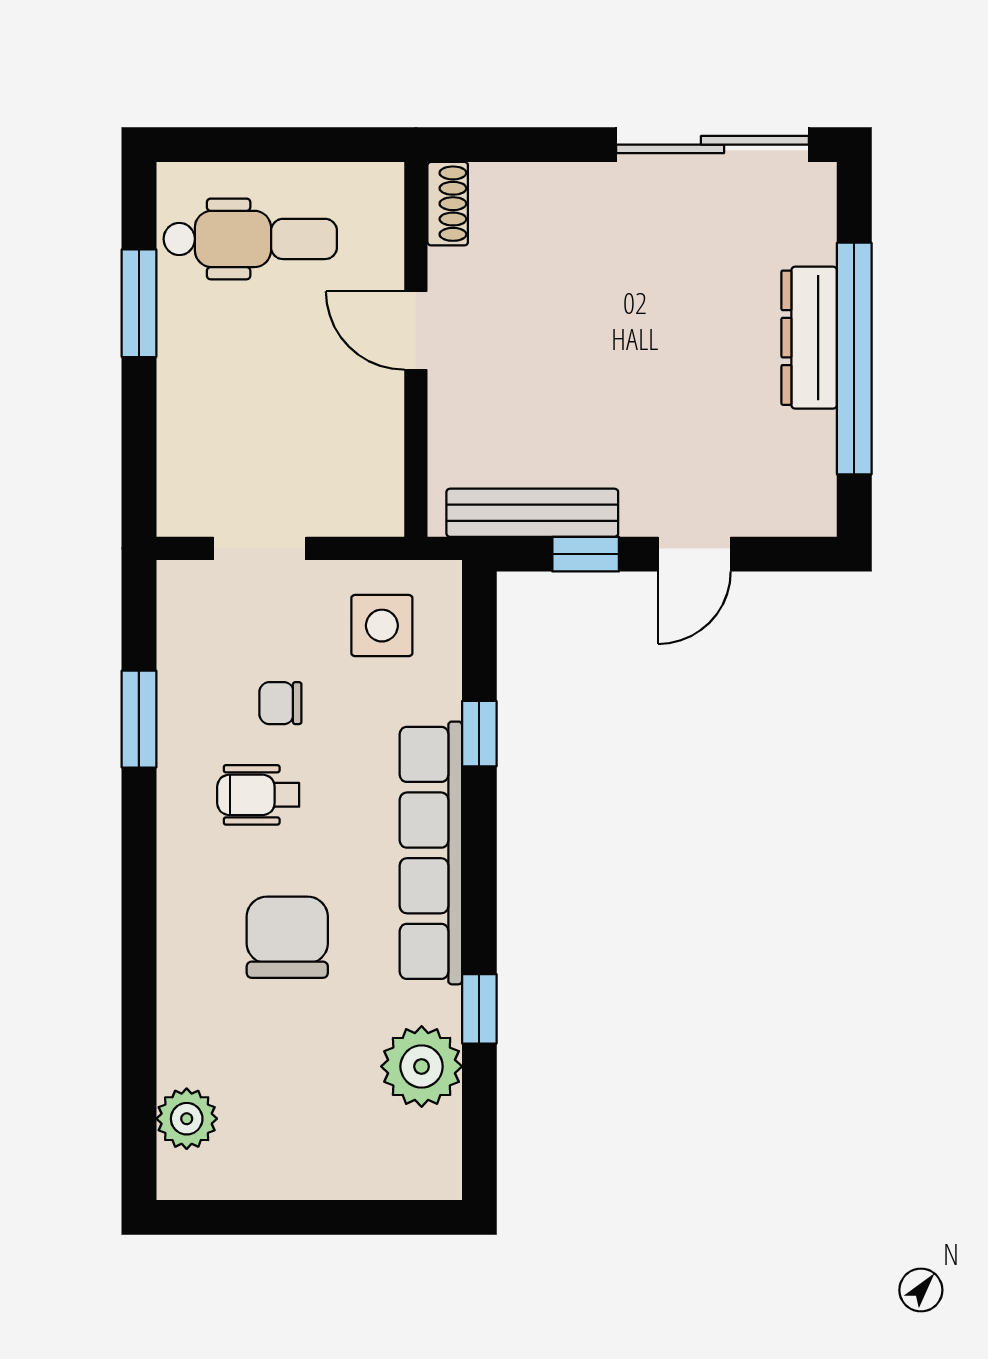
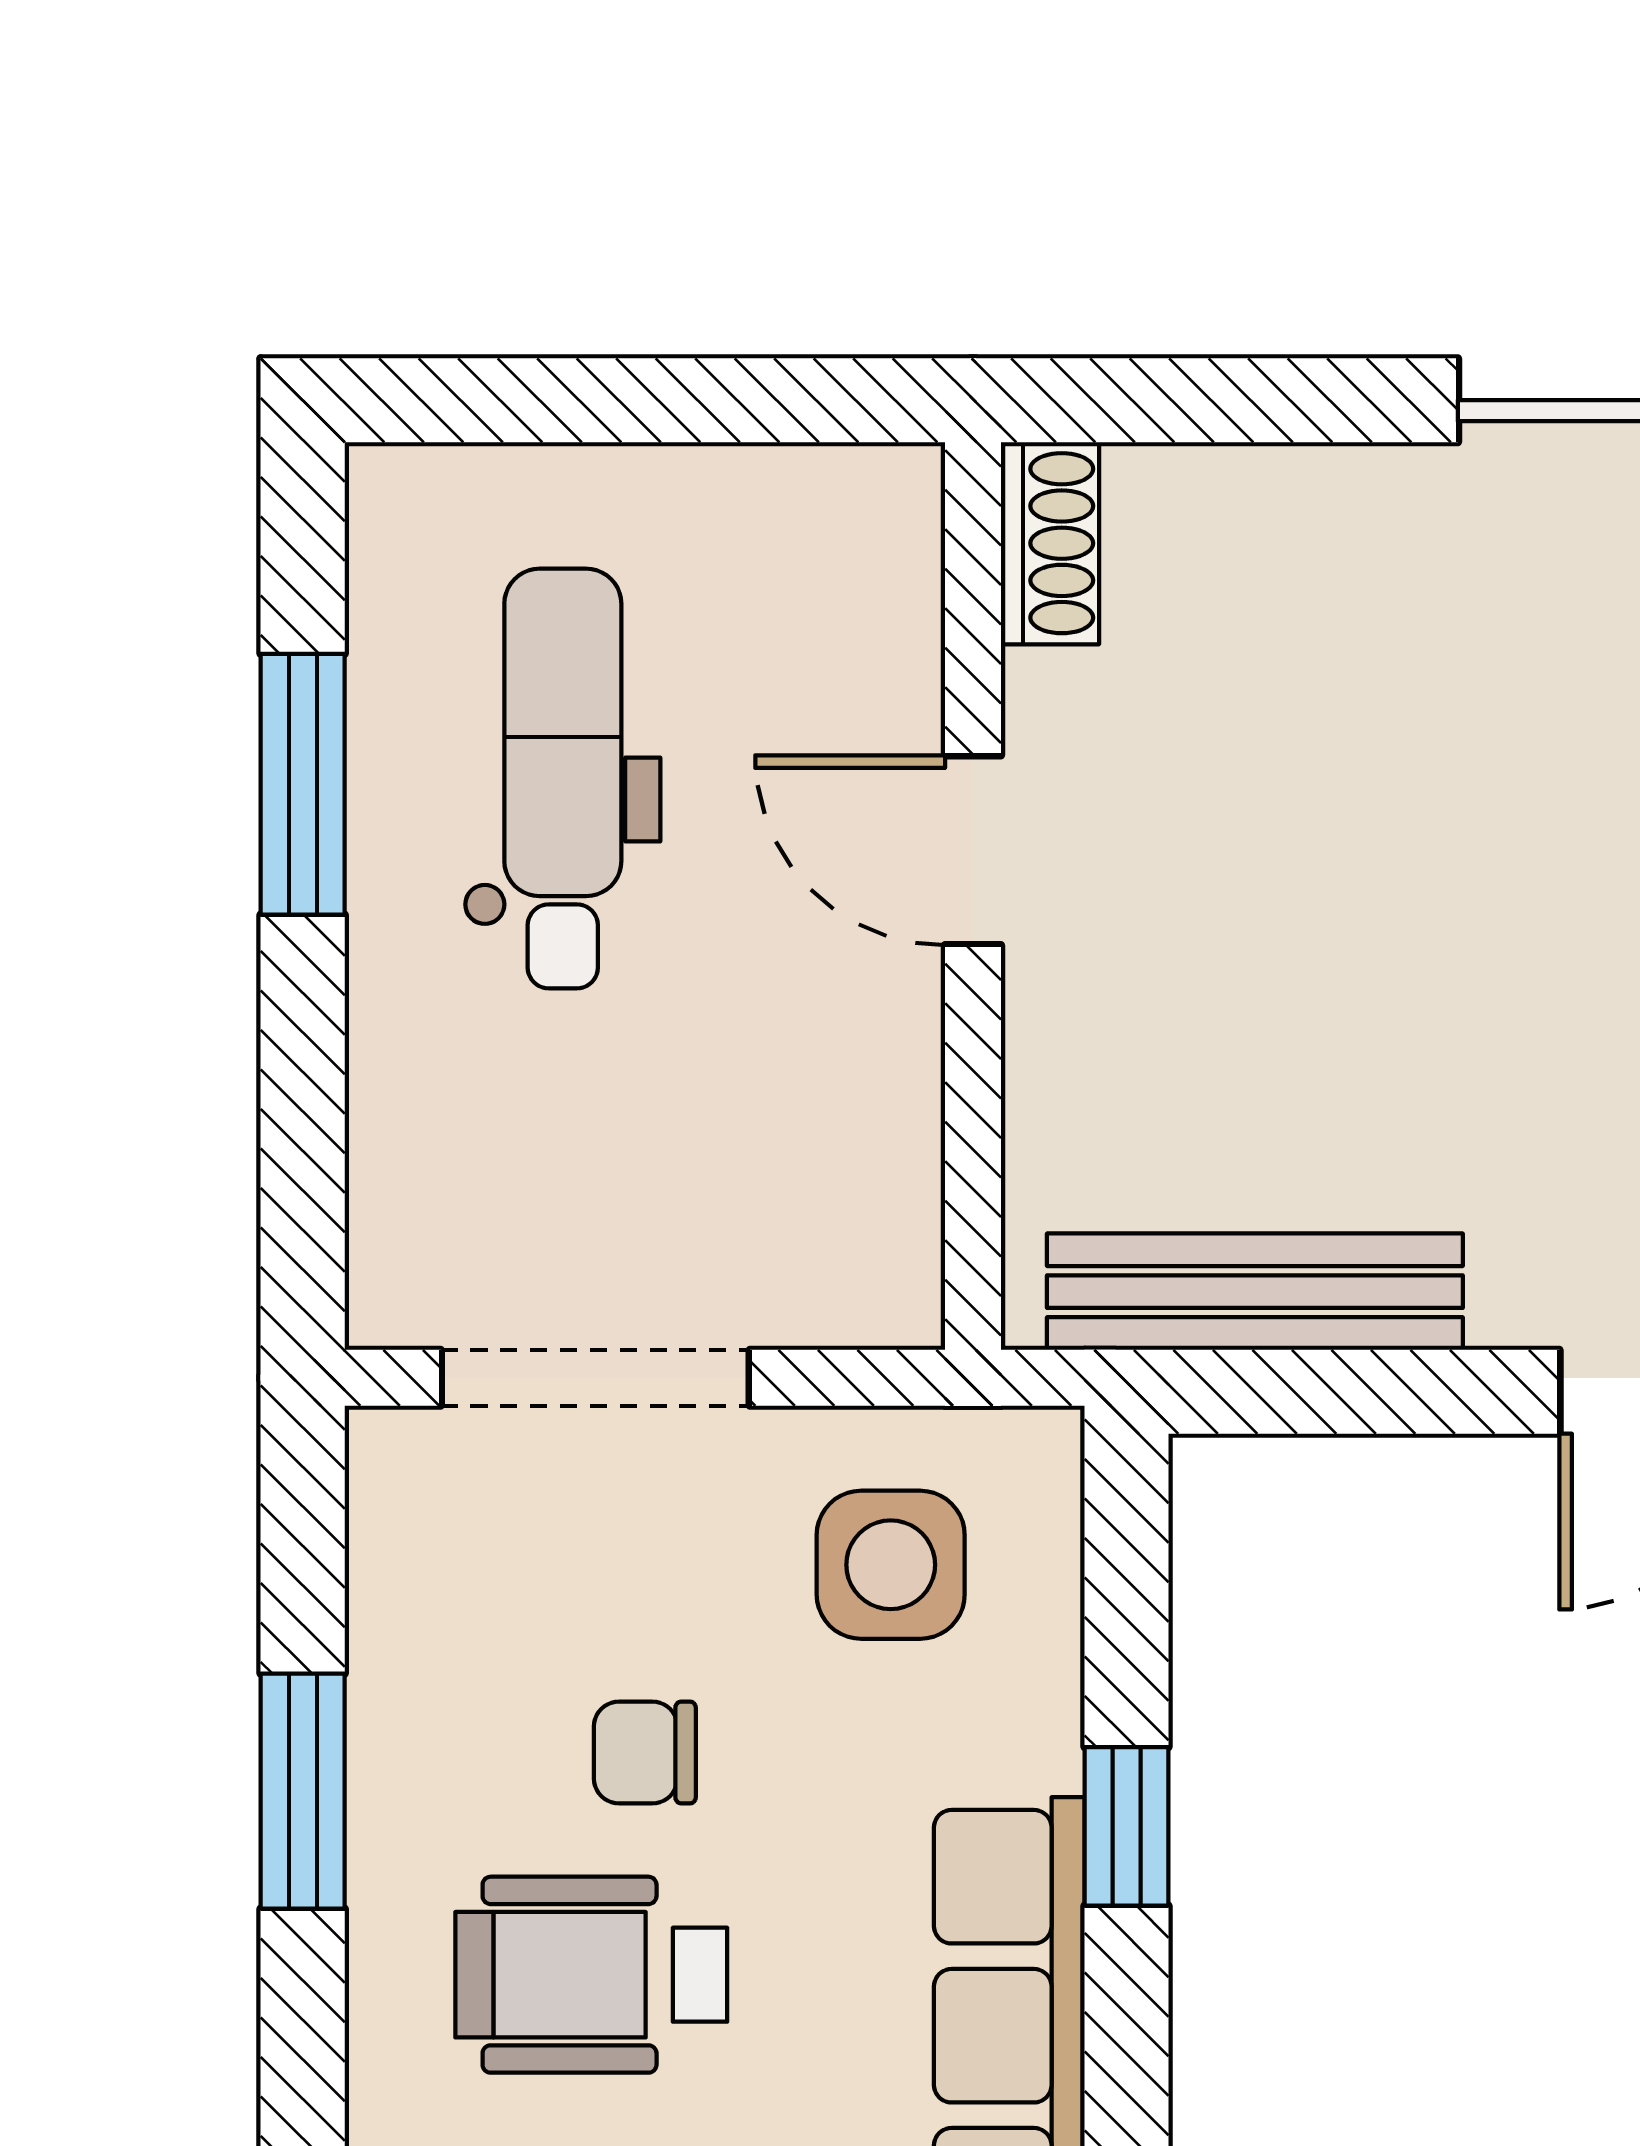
dental chair: (250, 239) -> (563, 779), moved, turned -90
doorway: (260, 548) -> (595, 1378), width x1.38
window: (586, 554) -> (1384, 1392), removed
wheelchair: (258, 795) -> (591, 1975), width x1.36, depth x1.37

